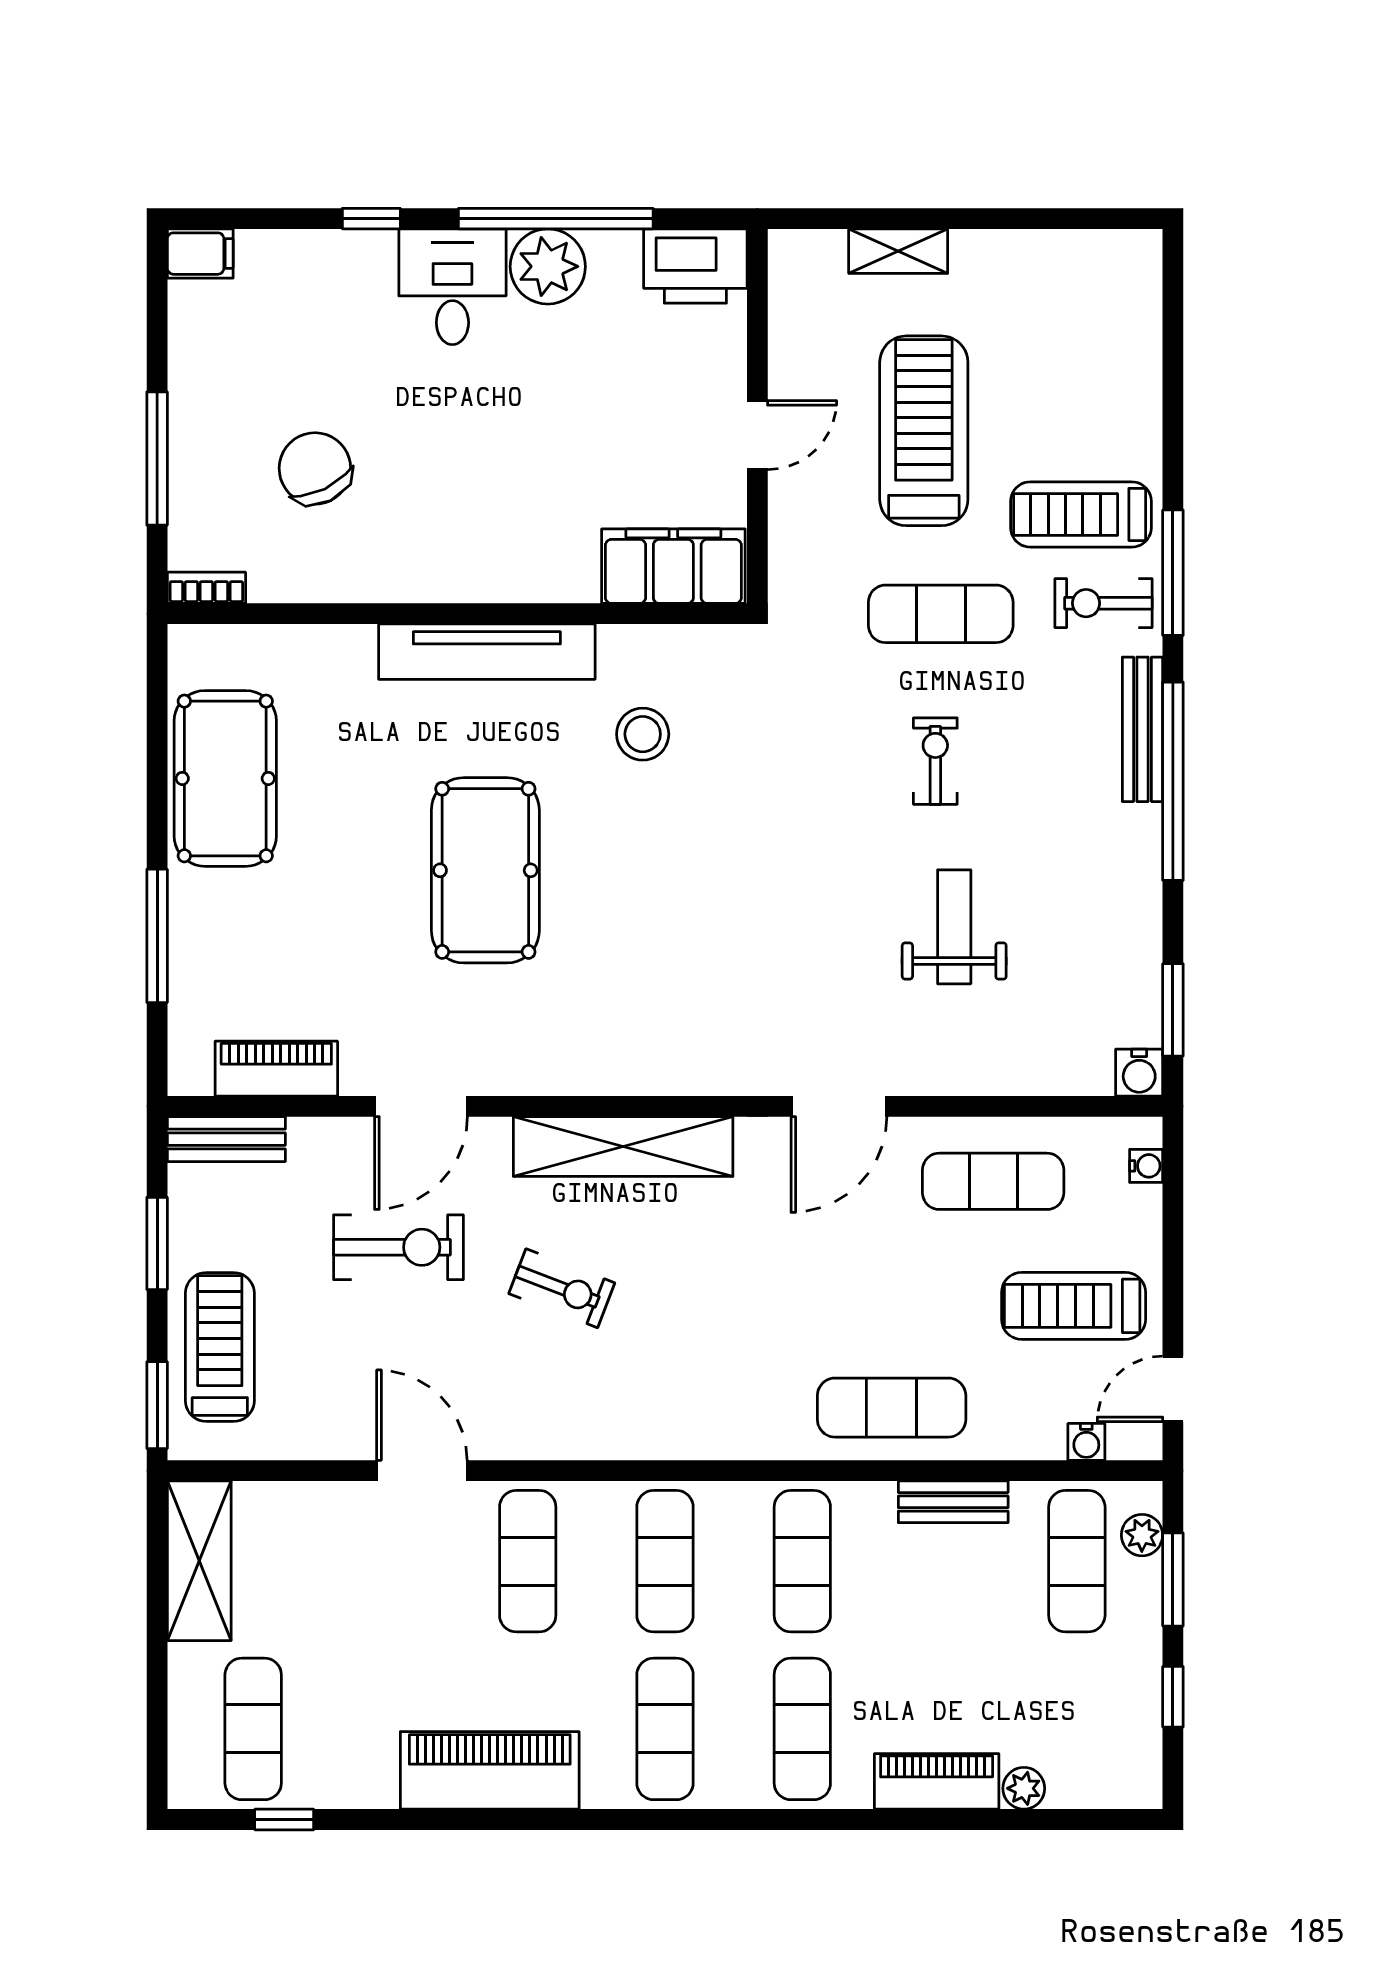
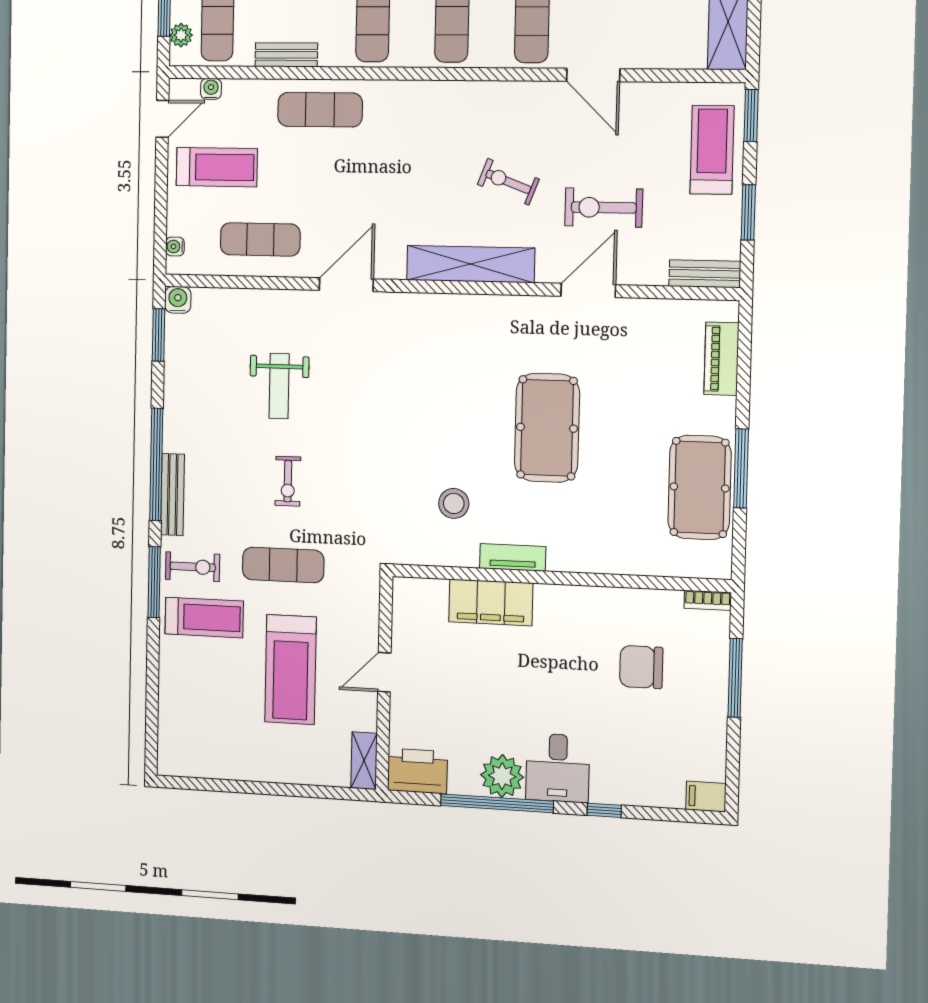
shelving: (898, 251) -> (364, 761), moved, turned 90
chair: (315, 468) -> (641, 667), turned 116
filing cabinet: (673, 566) -> (491, 602), moved
tv unit: (487, 652) -> (513, 557), width x0.52, depth x0.78
window: (157, 936) -> (741, 468), moved
piano: (276, 1069) -> (721, 359), moved, turned 90
treadmill: (220, 1347) -> (712, 150), turned 180

